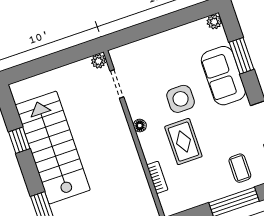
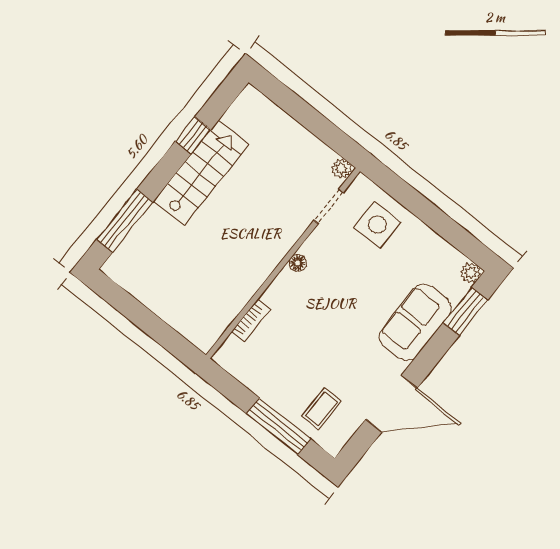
window: (242, 56) -> (465, 311), moved
side table: (181, 99) -> (377, 225), moved
rug: (183, 142) -> (311, 325), removed
stairs: (53, 148) -> (201, 173), width x0.73, depth x0.66

